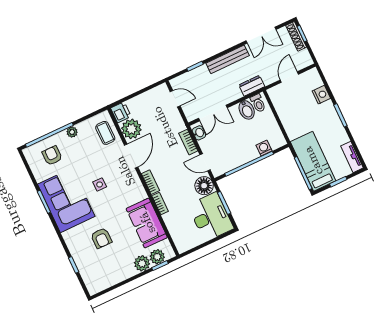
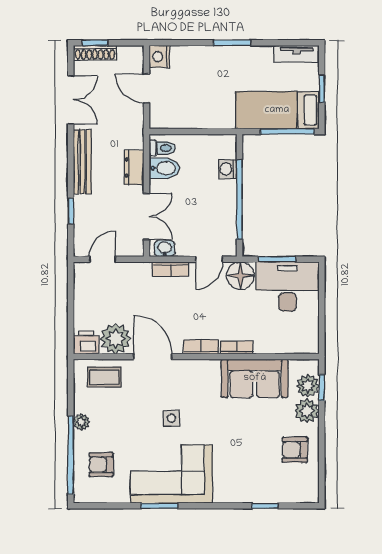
dresser: (252, 86) -> (134, 168), moved
nightstand: (321, 95) -> (159, 57), moved, turned -90
armchair: (101, 238) -> (295, 450), moved, turned 180

